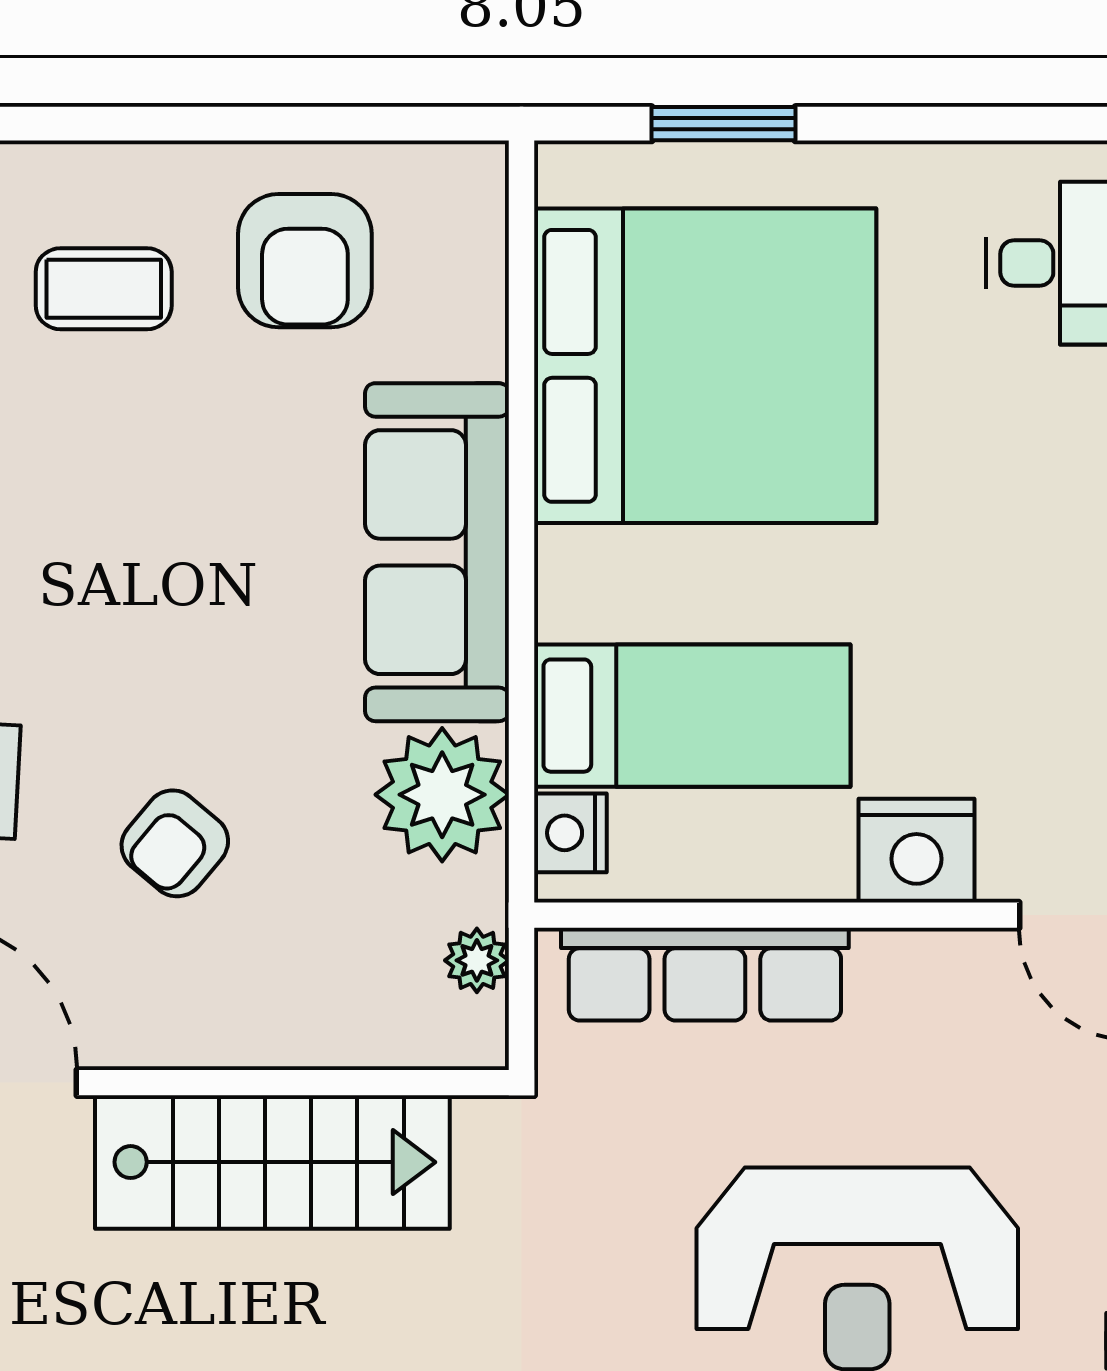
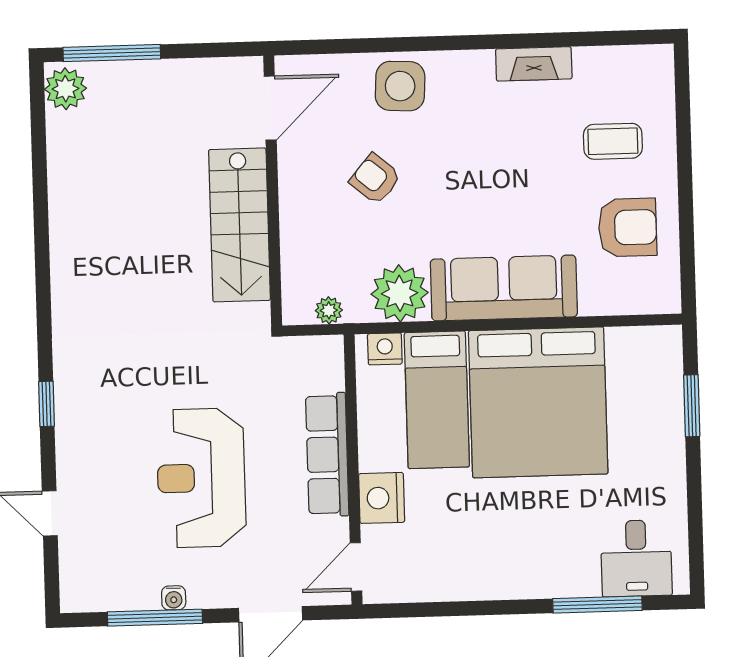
armchair: (305, 261) -> (627, 227), turned 180
coffee table: (104, 289) -> (613, 141), turned 90
bed: (705, 366) -> (538, 402), moved
row of seats: (705, 974) -> (327, 455), moved

